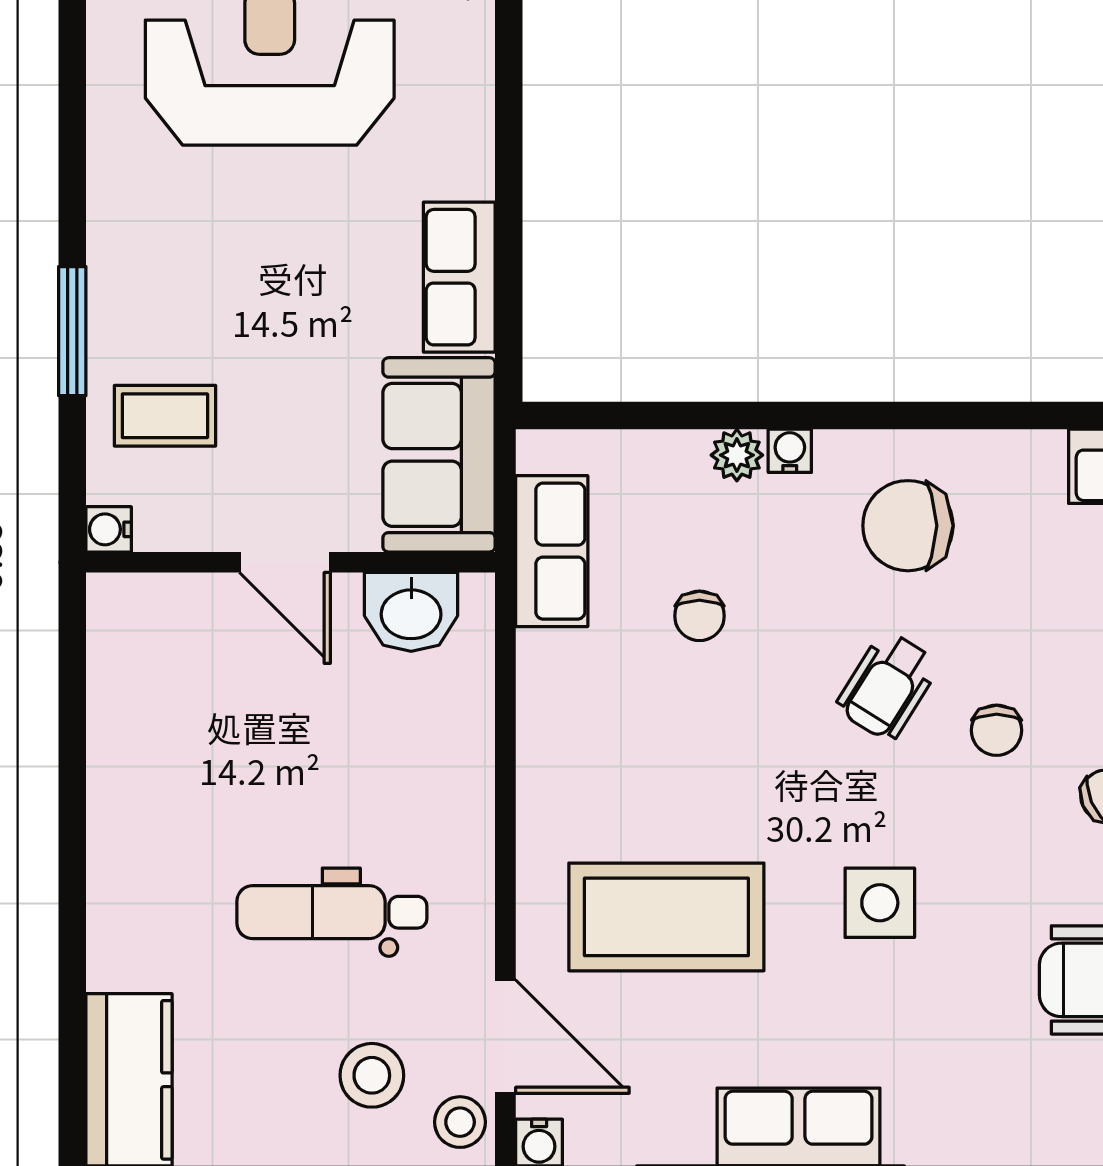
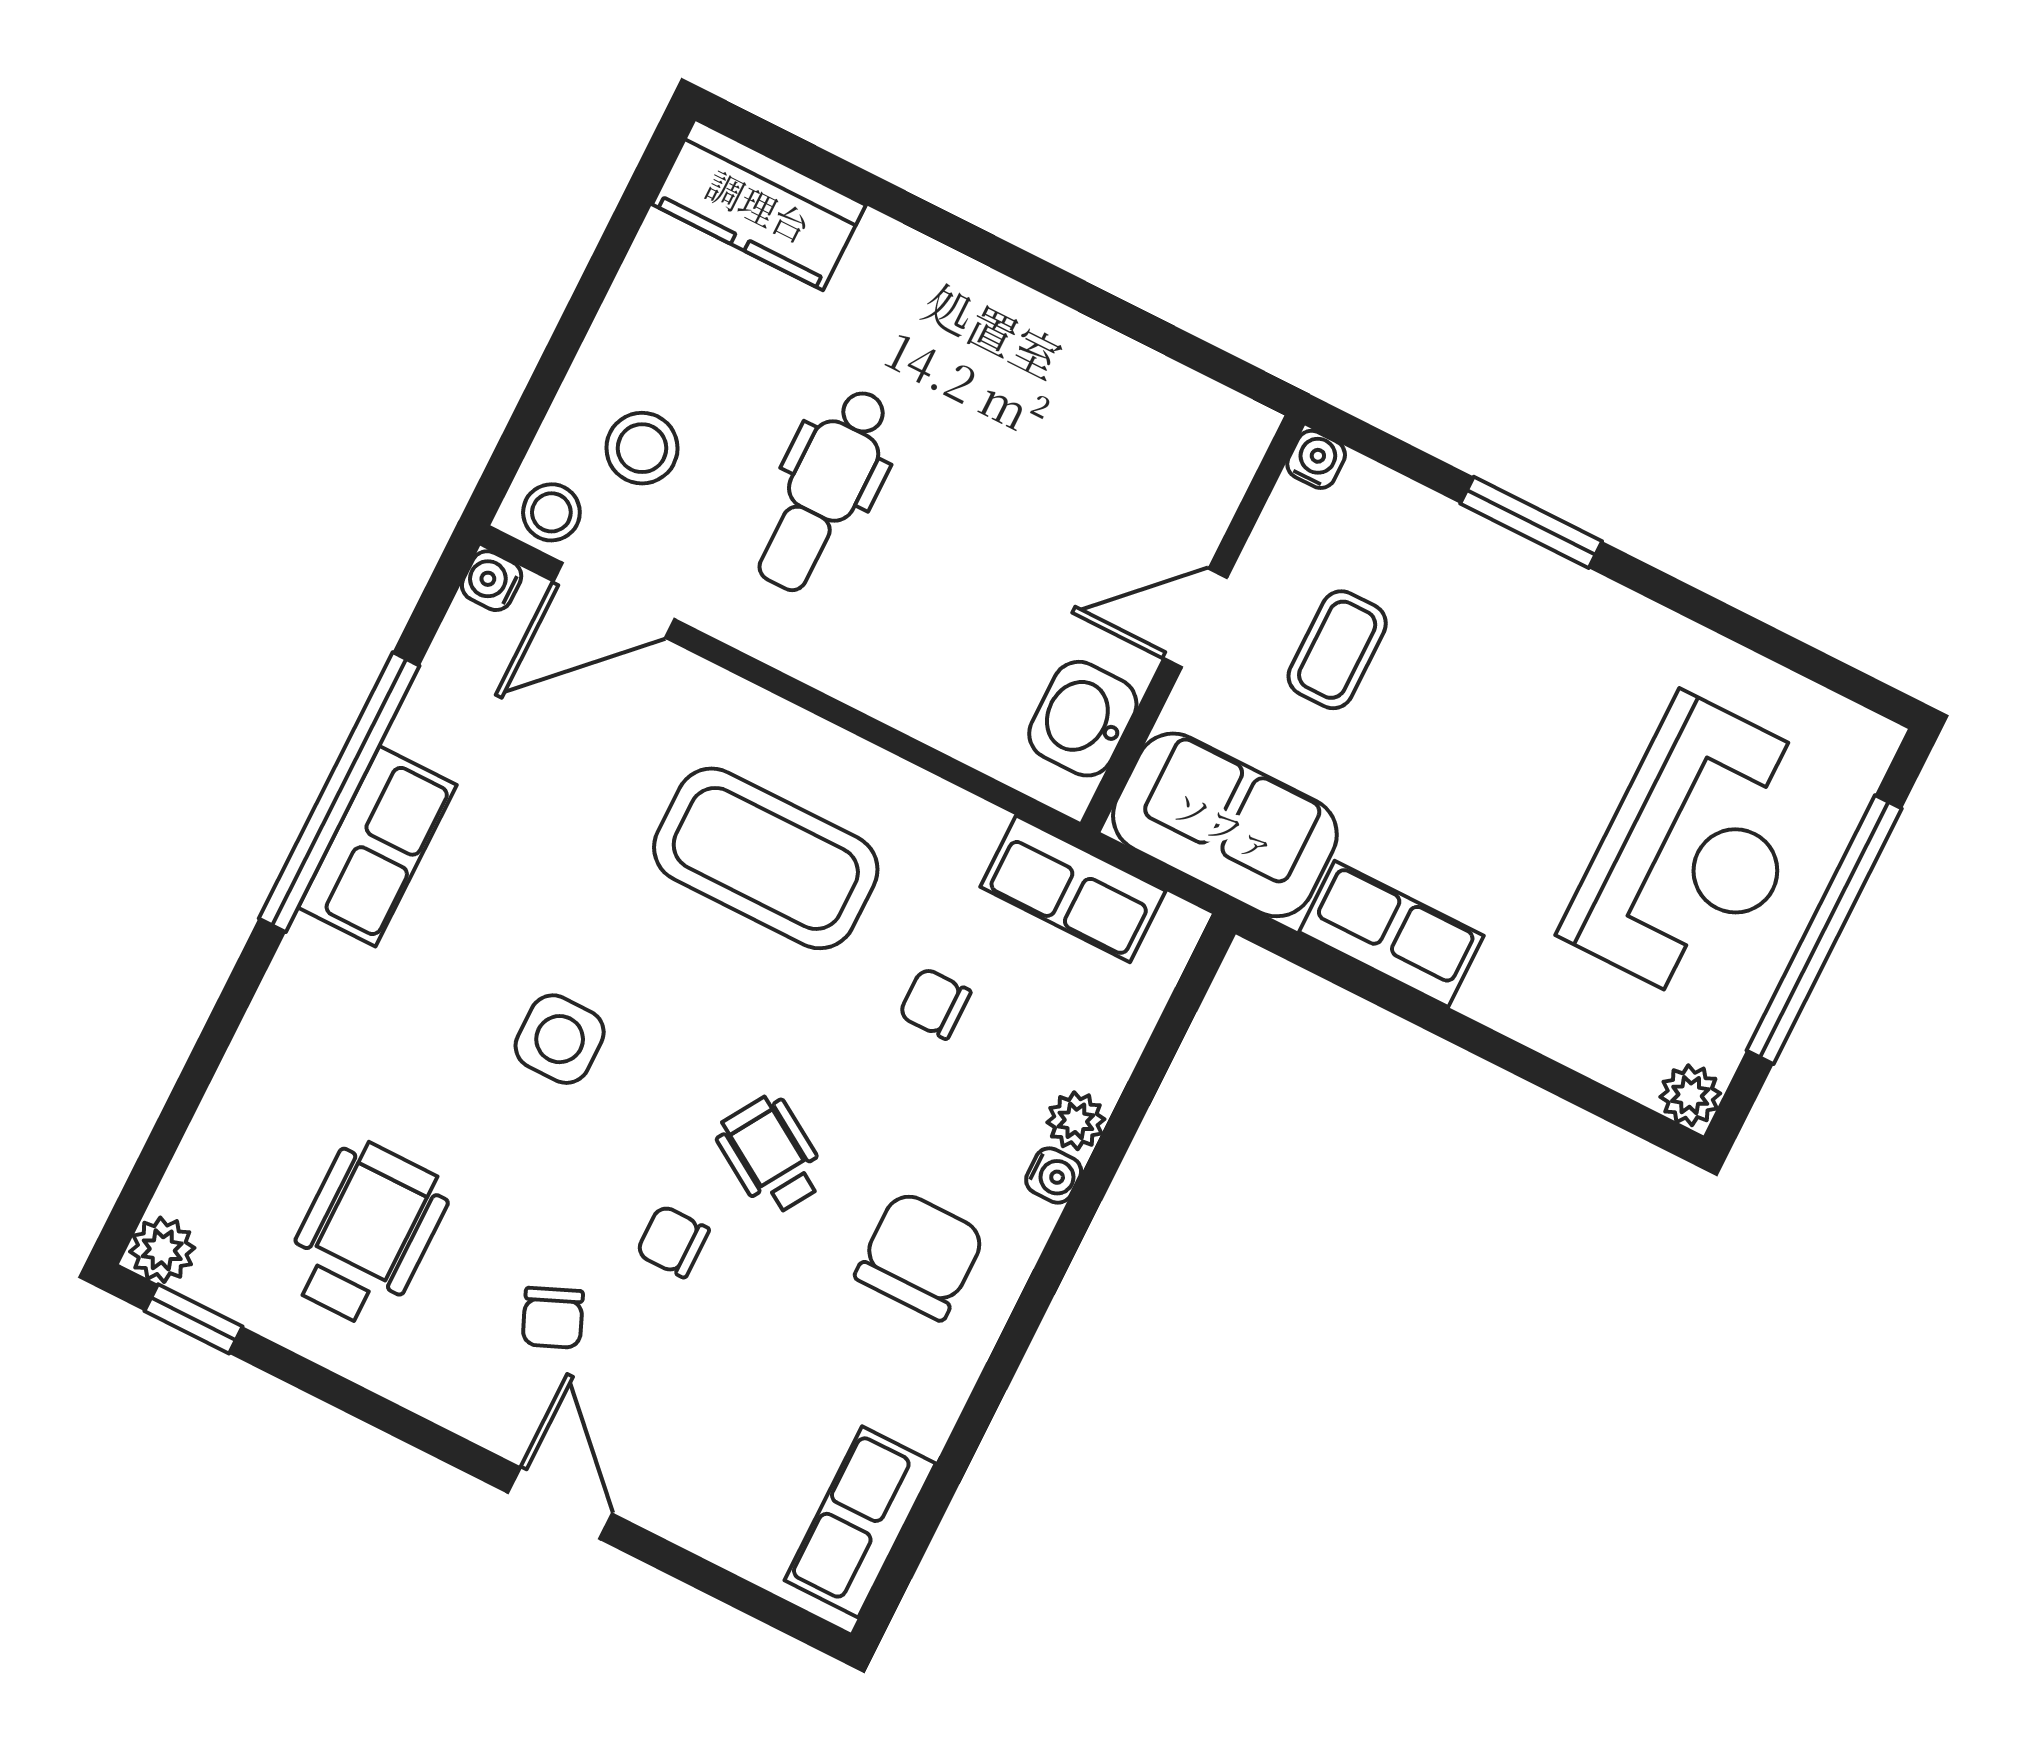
coffee table: (165, 416) -> (1337, 650), moved
dental chair: (332, 912) -> (824, 490), turned 180
coffee table: (666, 917) -> (766, 858), moved, turned 90

